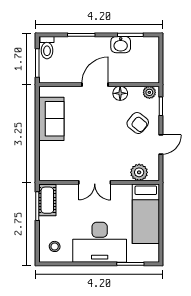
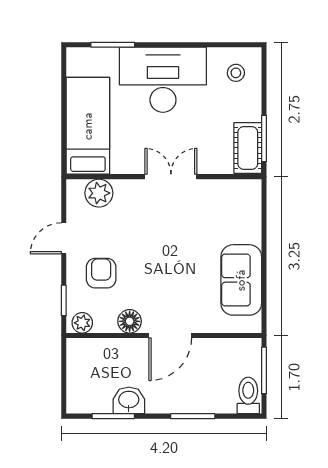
armchair: (138, 123) -> (101, 273), turned 51

